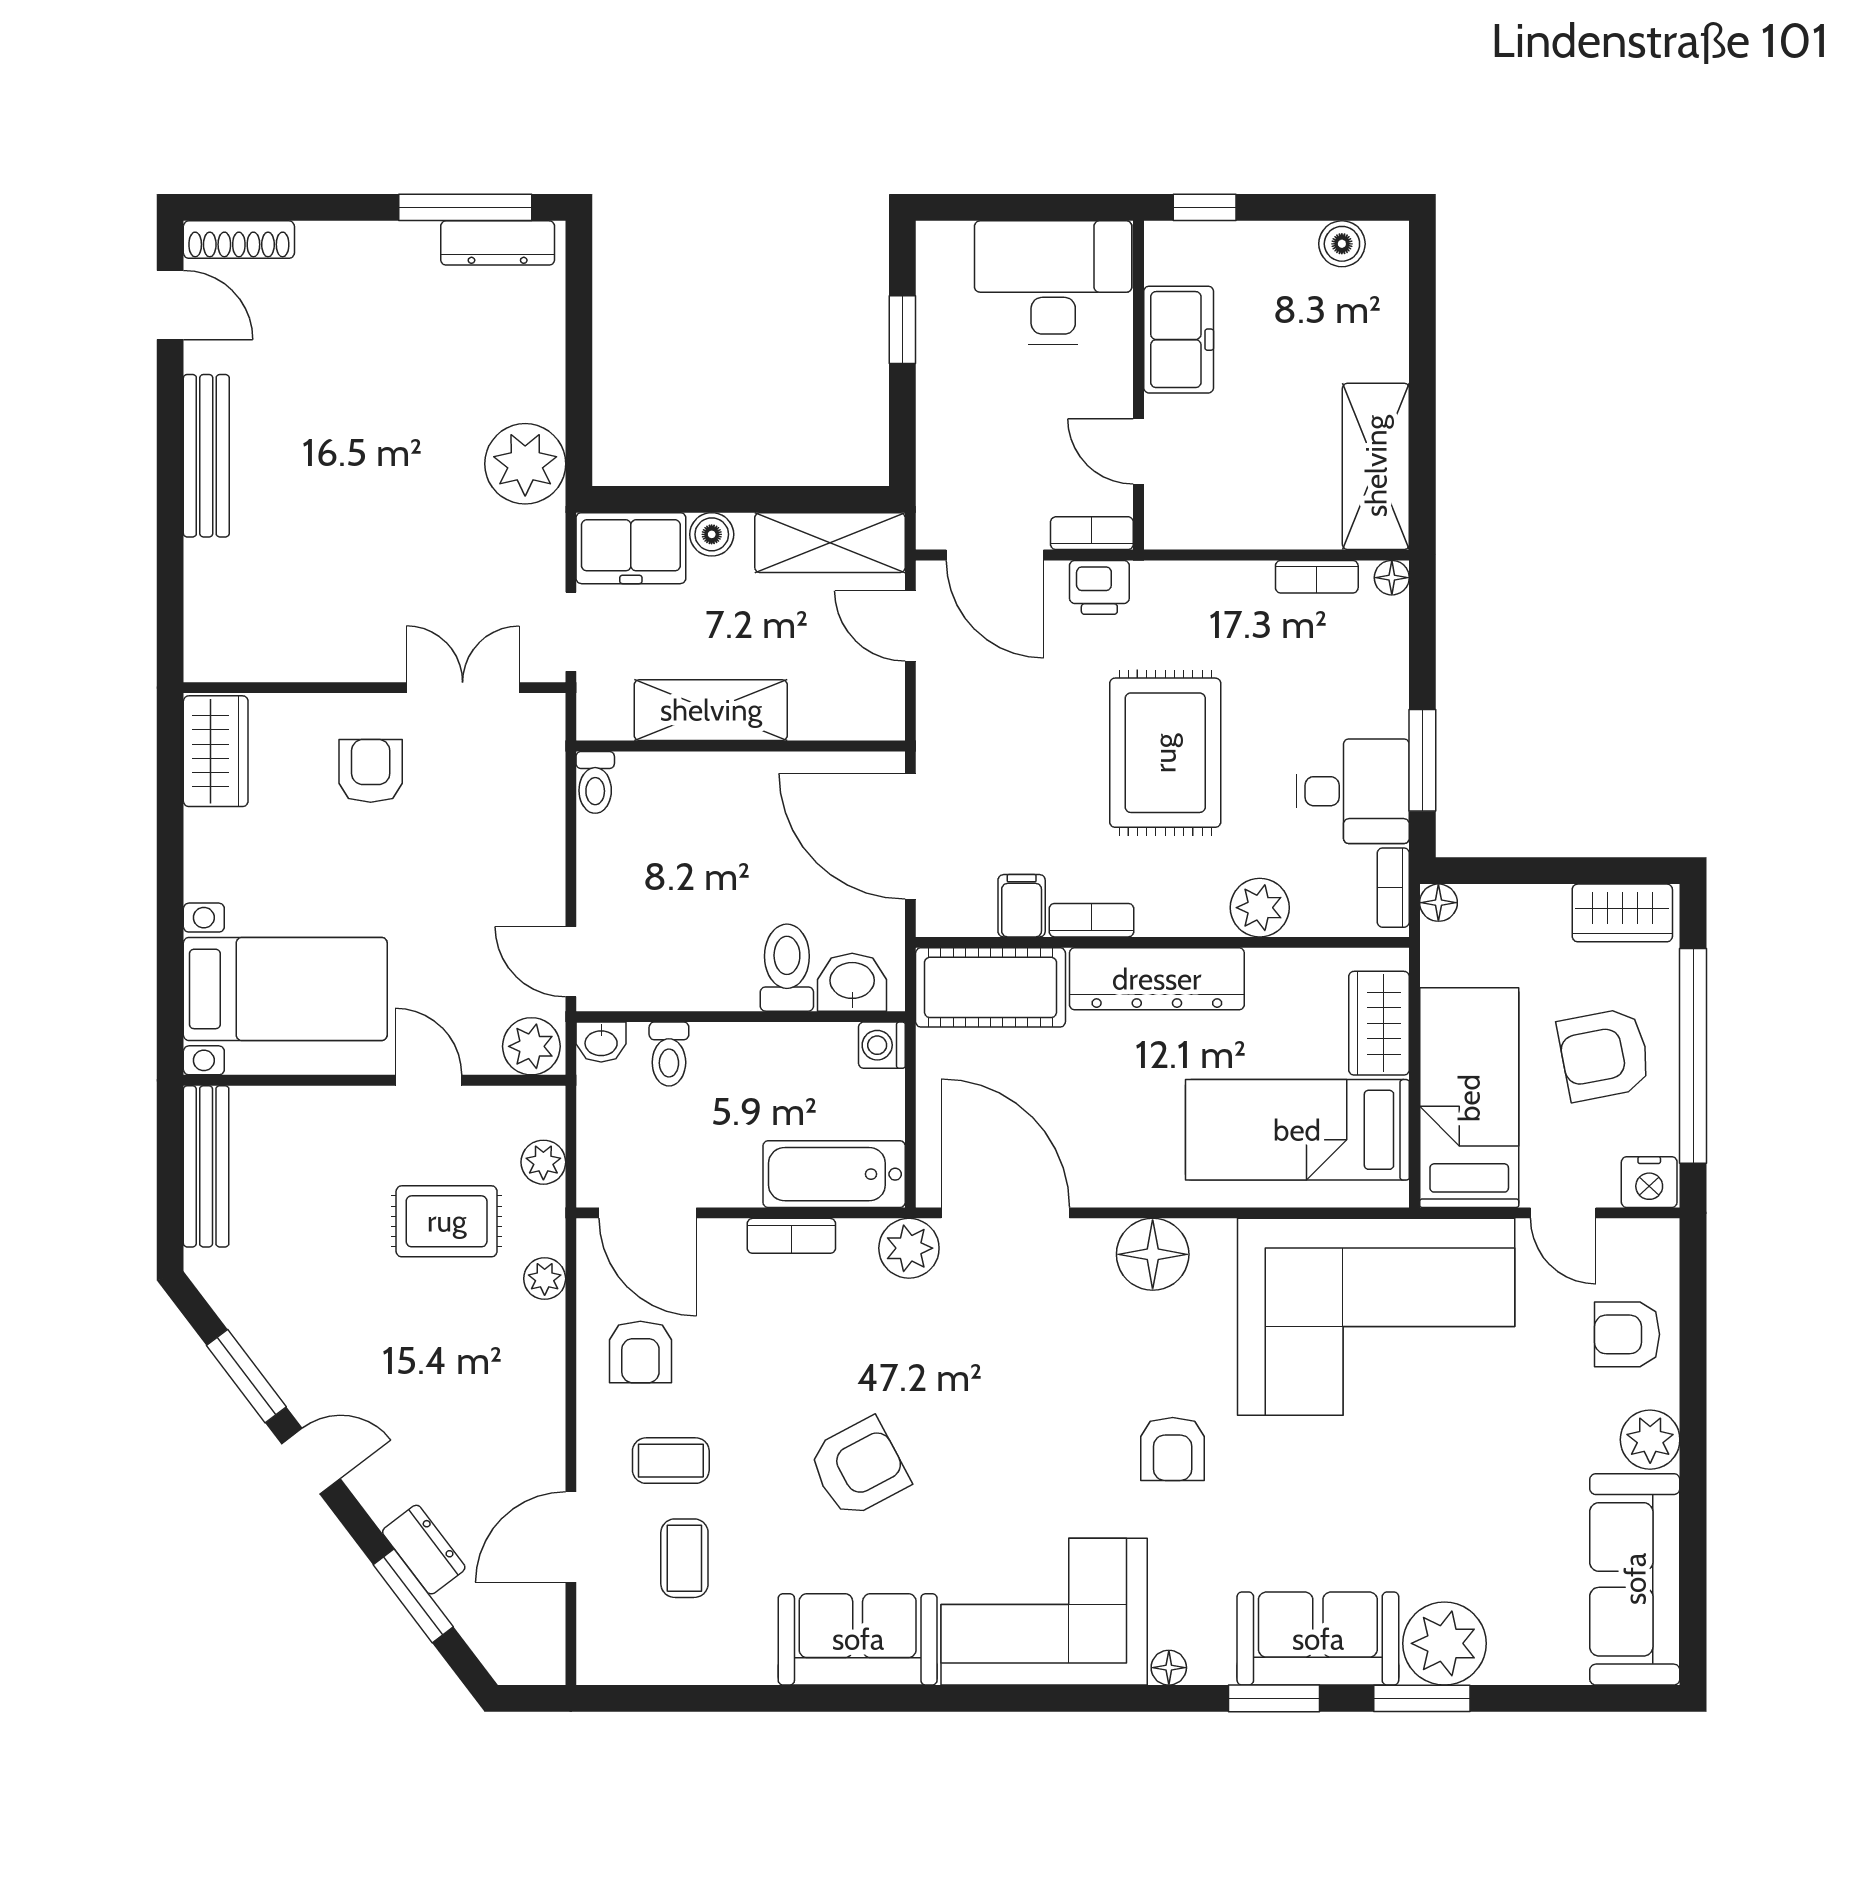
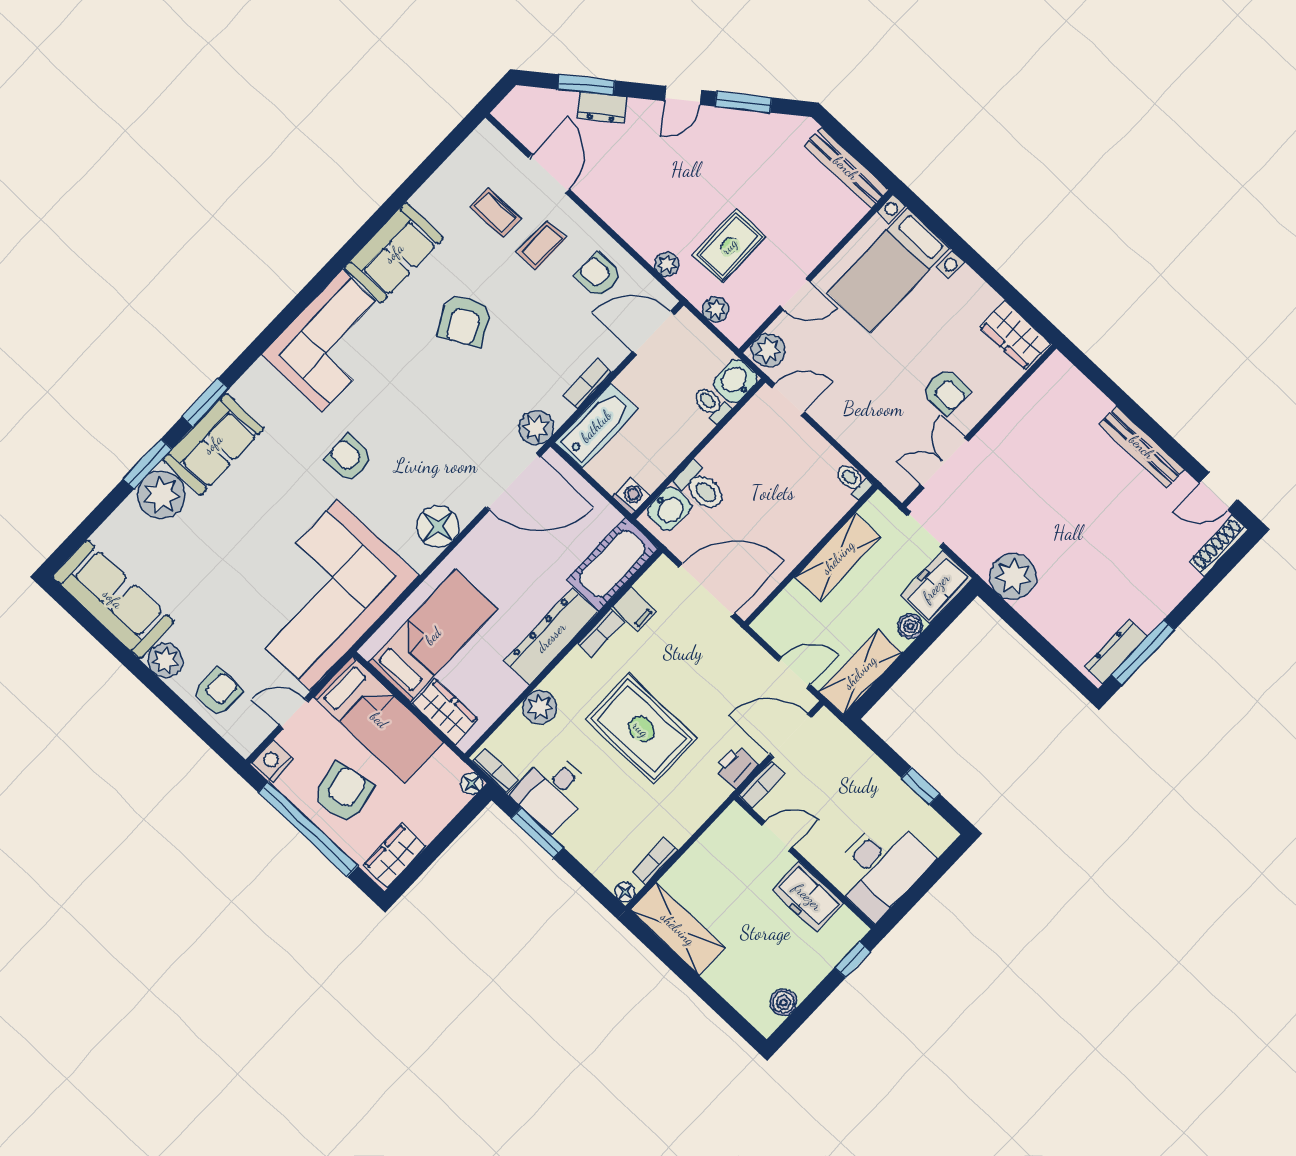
double door: (463, 688) -> (945, 463), swing flipped
washbasin: (601, 1042) -> (735, 381), width x1.38, depth x1.45
floor lamp: (1169, 1668) -> (260, 371), removed

